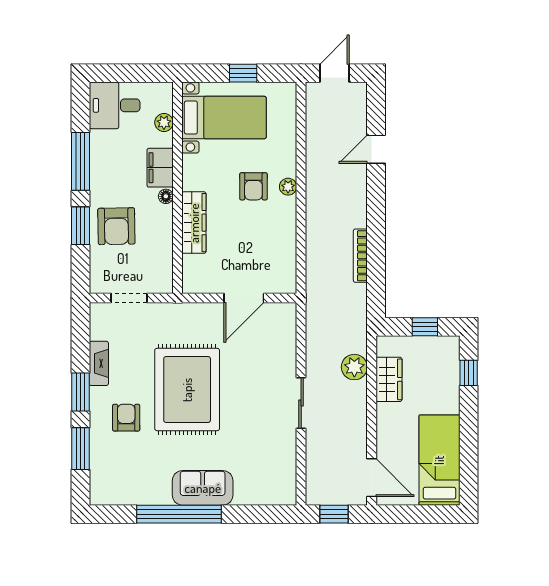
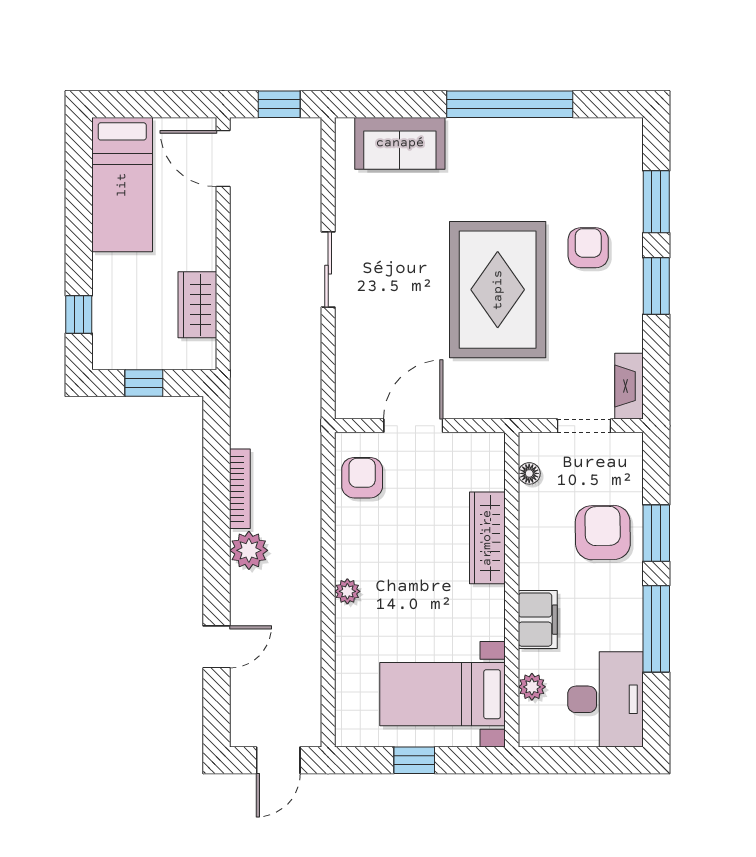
desk: (115, 105) -> (605, 699), width x1.37
armchair: (253, 186) -> (362, 478), moved
floor lamp: (166, 196) -> (529, 473), moved
fireplace: (99, 363) -> (629, 386), moved
plant: (354, 367) -> (249, 550), moved
armchair: (126, 418) -> (588, 248), turned 180
sofa: (203, 488) -> (400, 143), moved

